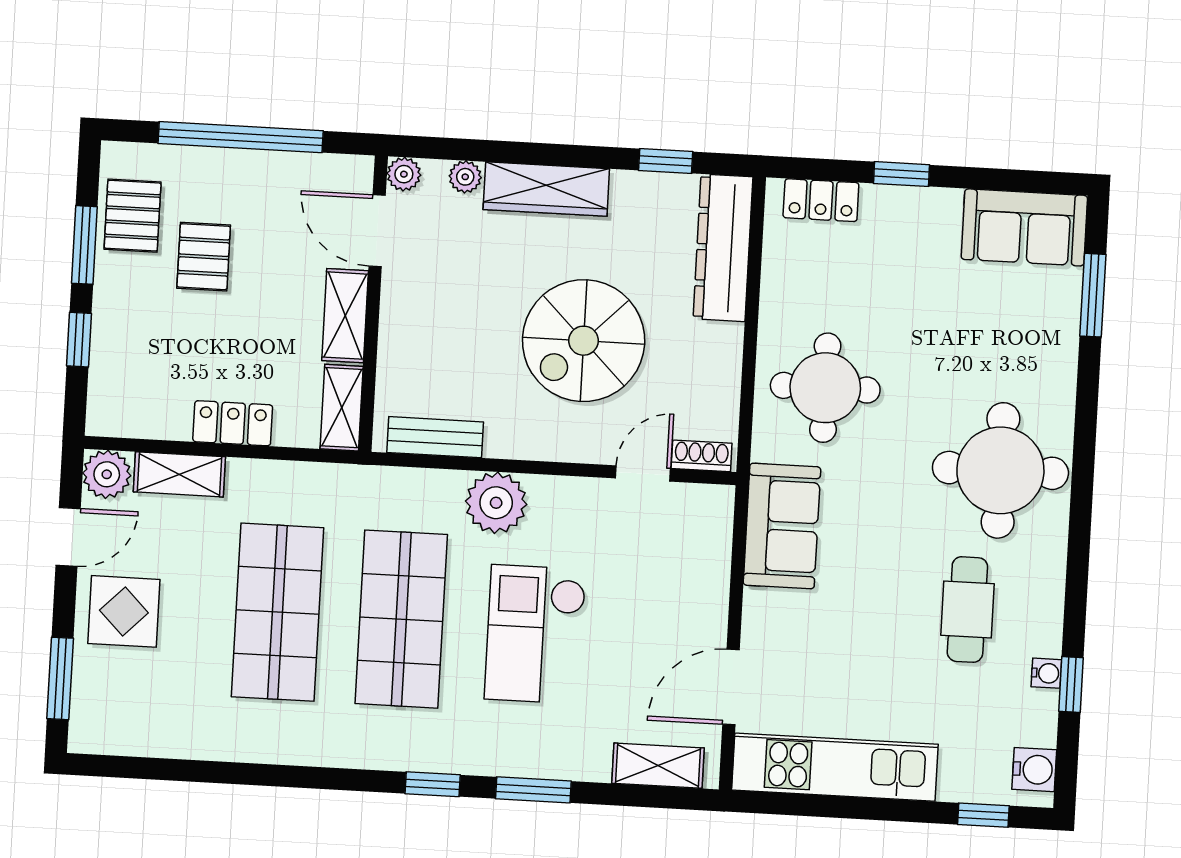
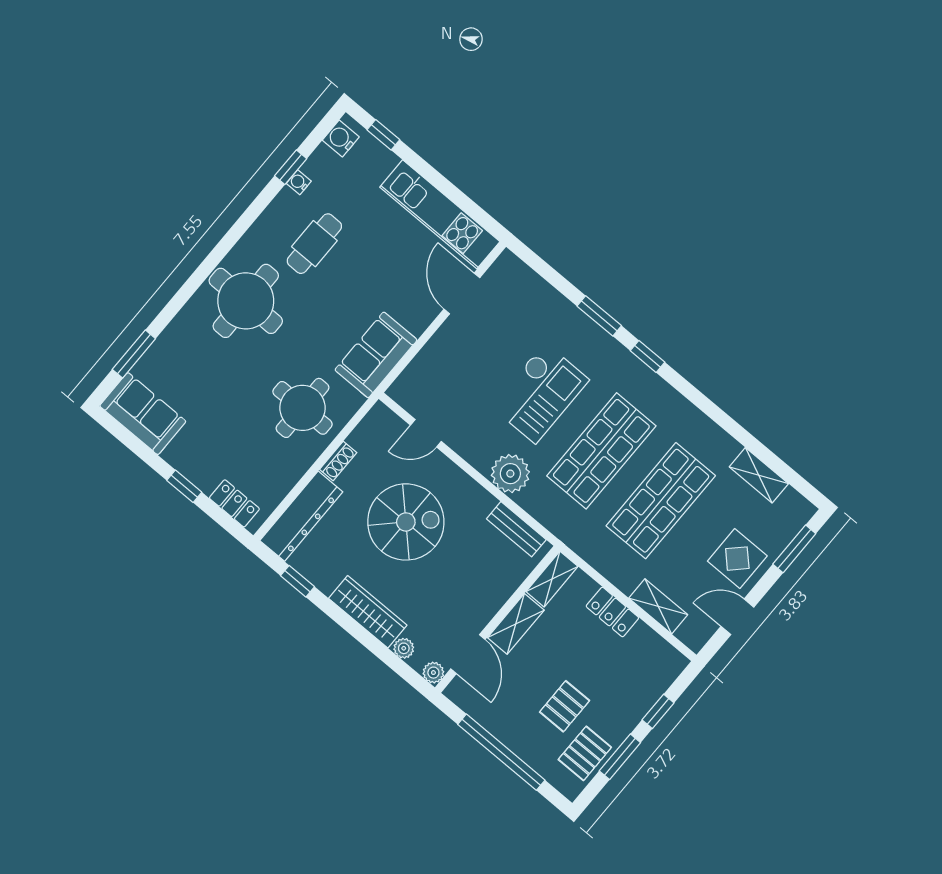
shoe rack: (702, 456) -> (338, 461), moved, turned -90
plant: (107, 474) -> (695, 634), removed
door: (731, 687) -> (462, 293), swing flipped
shelving: (658, 766) -> (759, 475), moved

